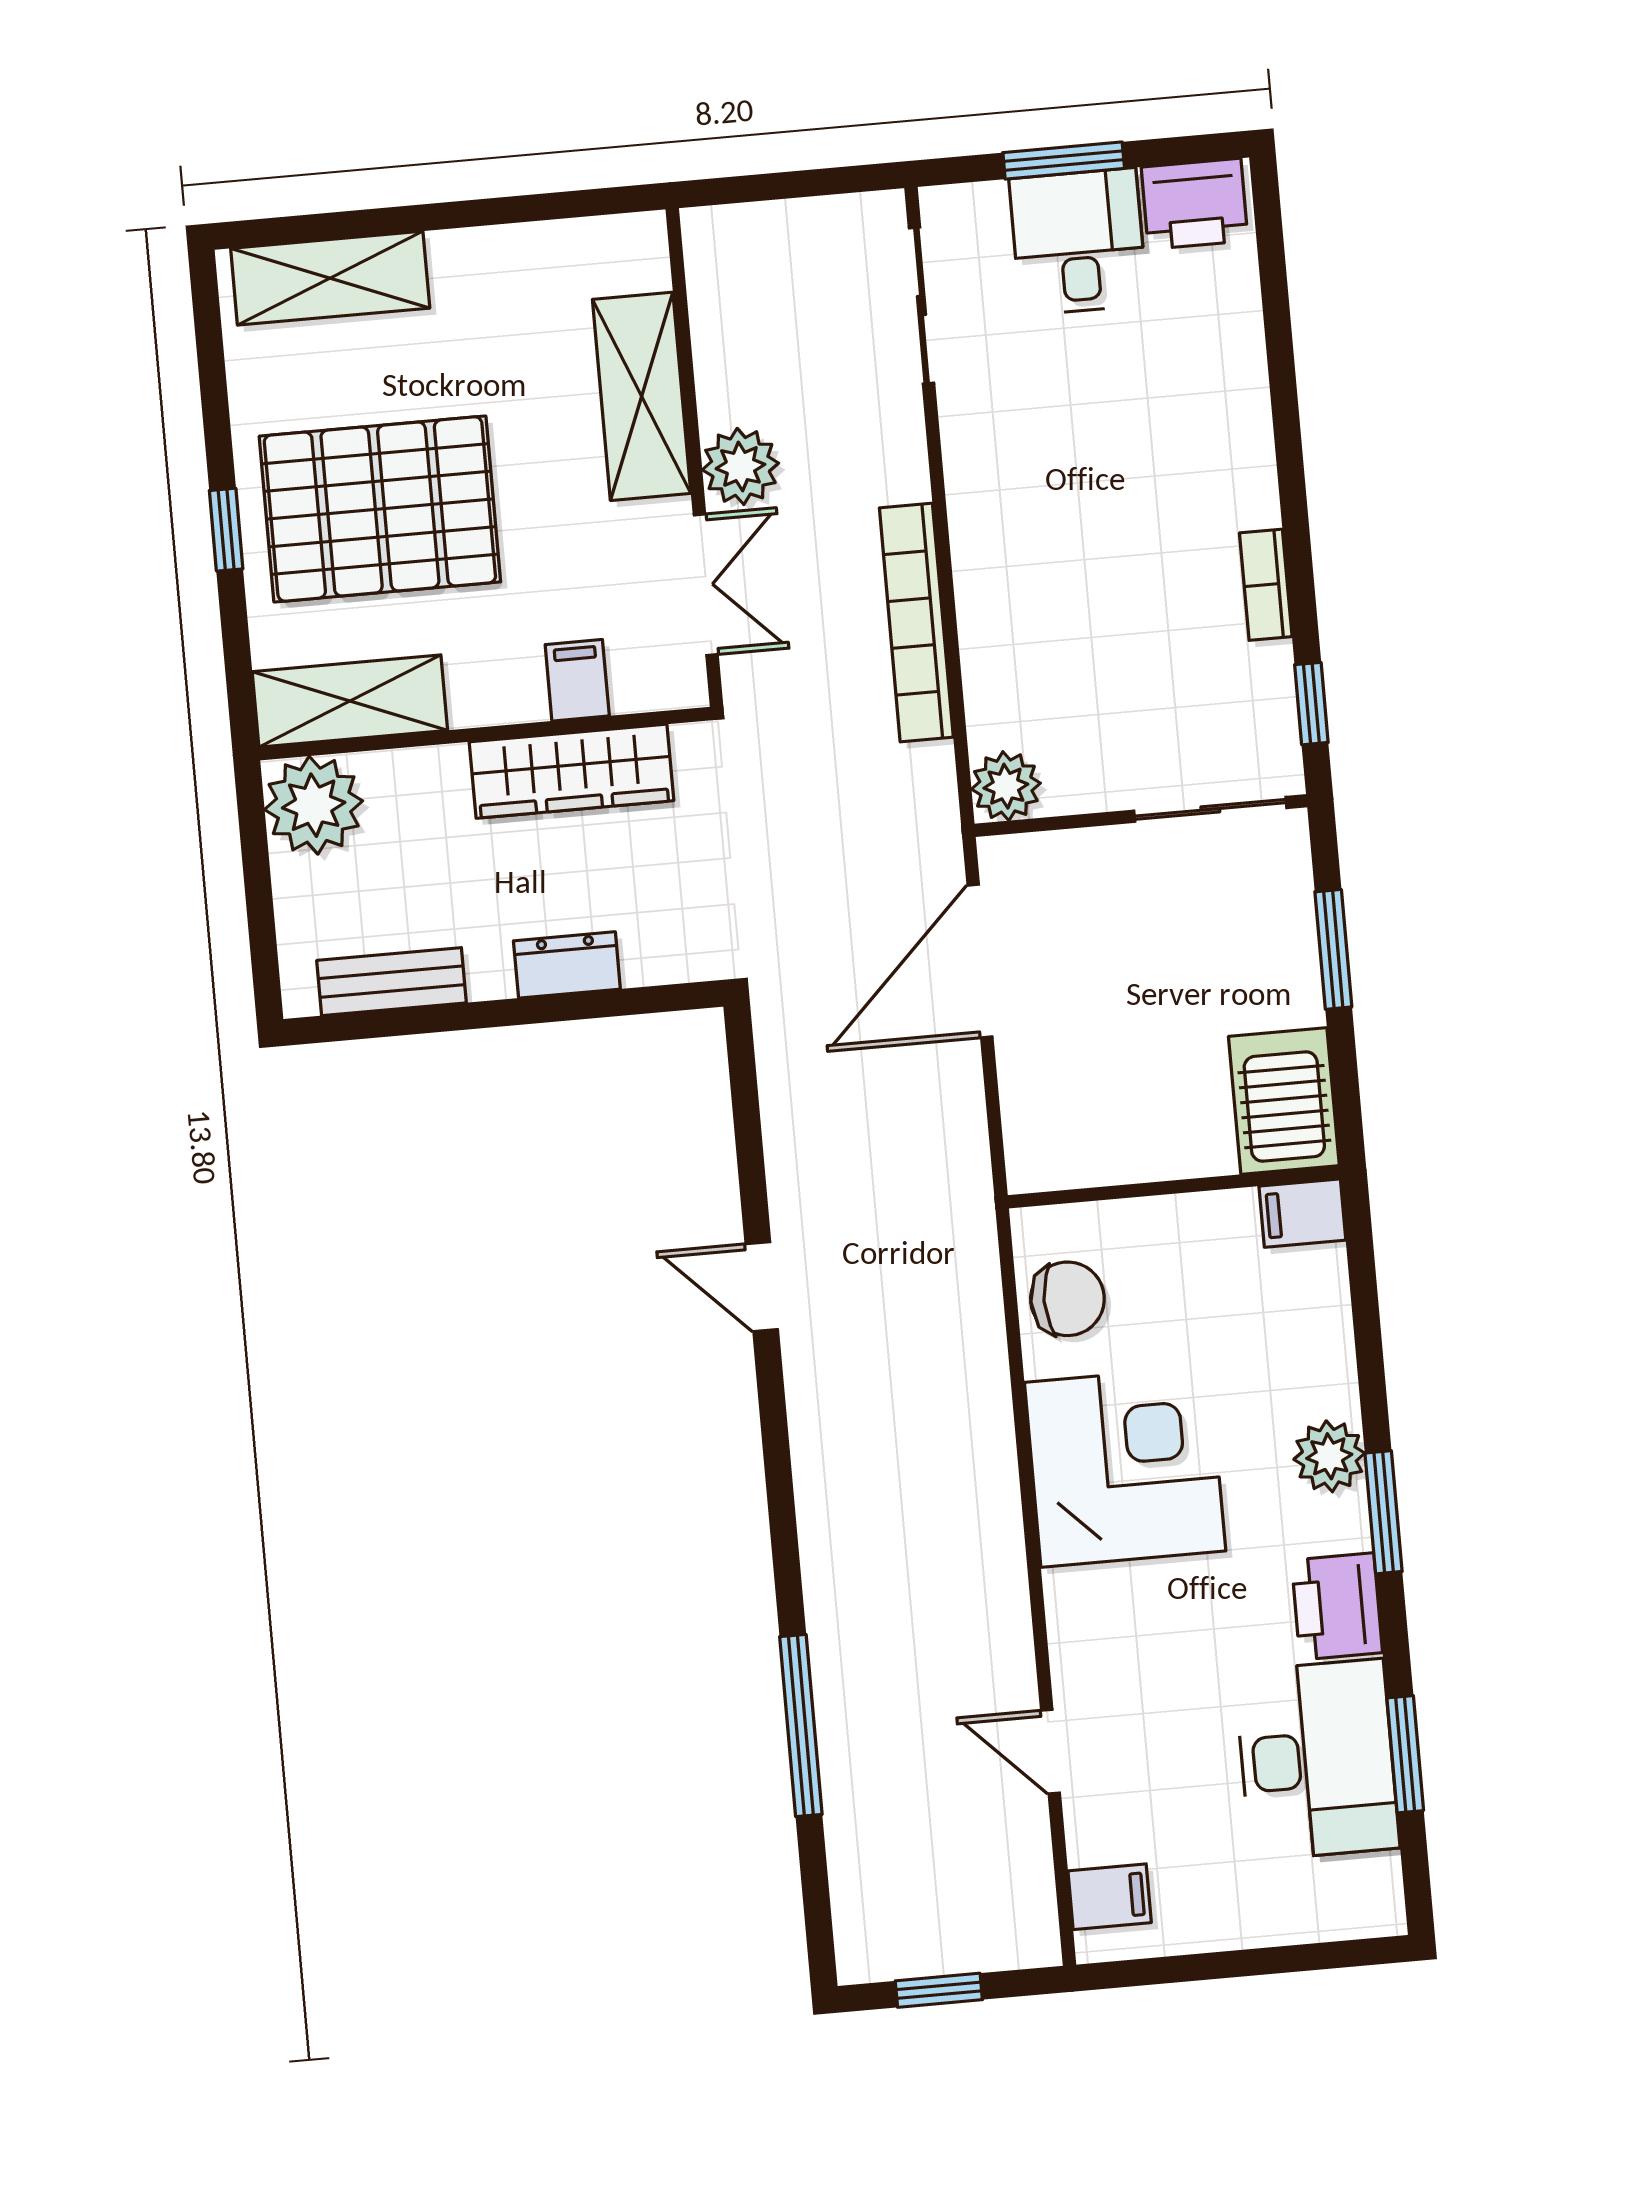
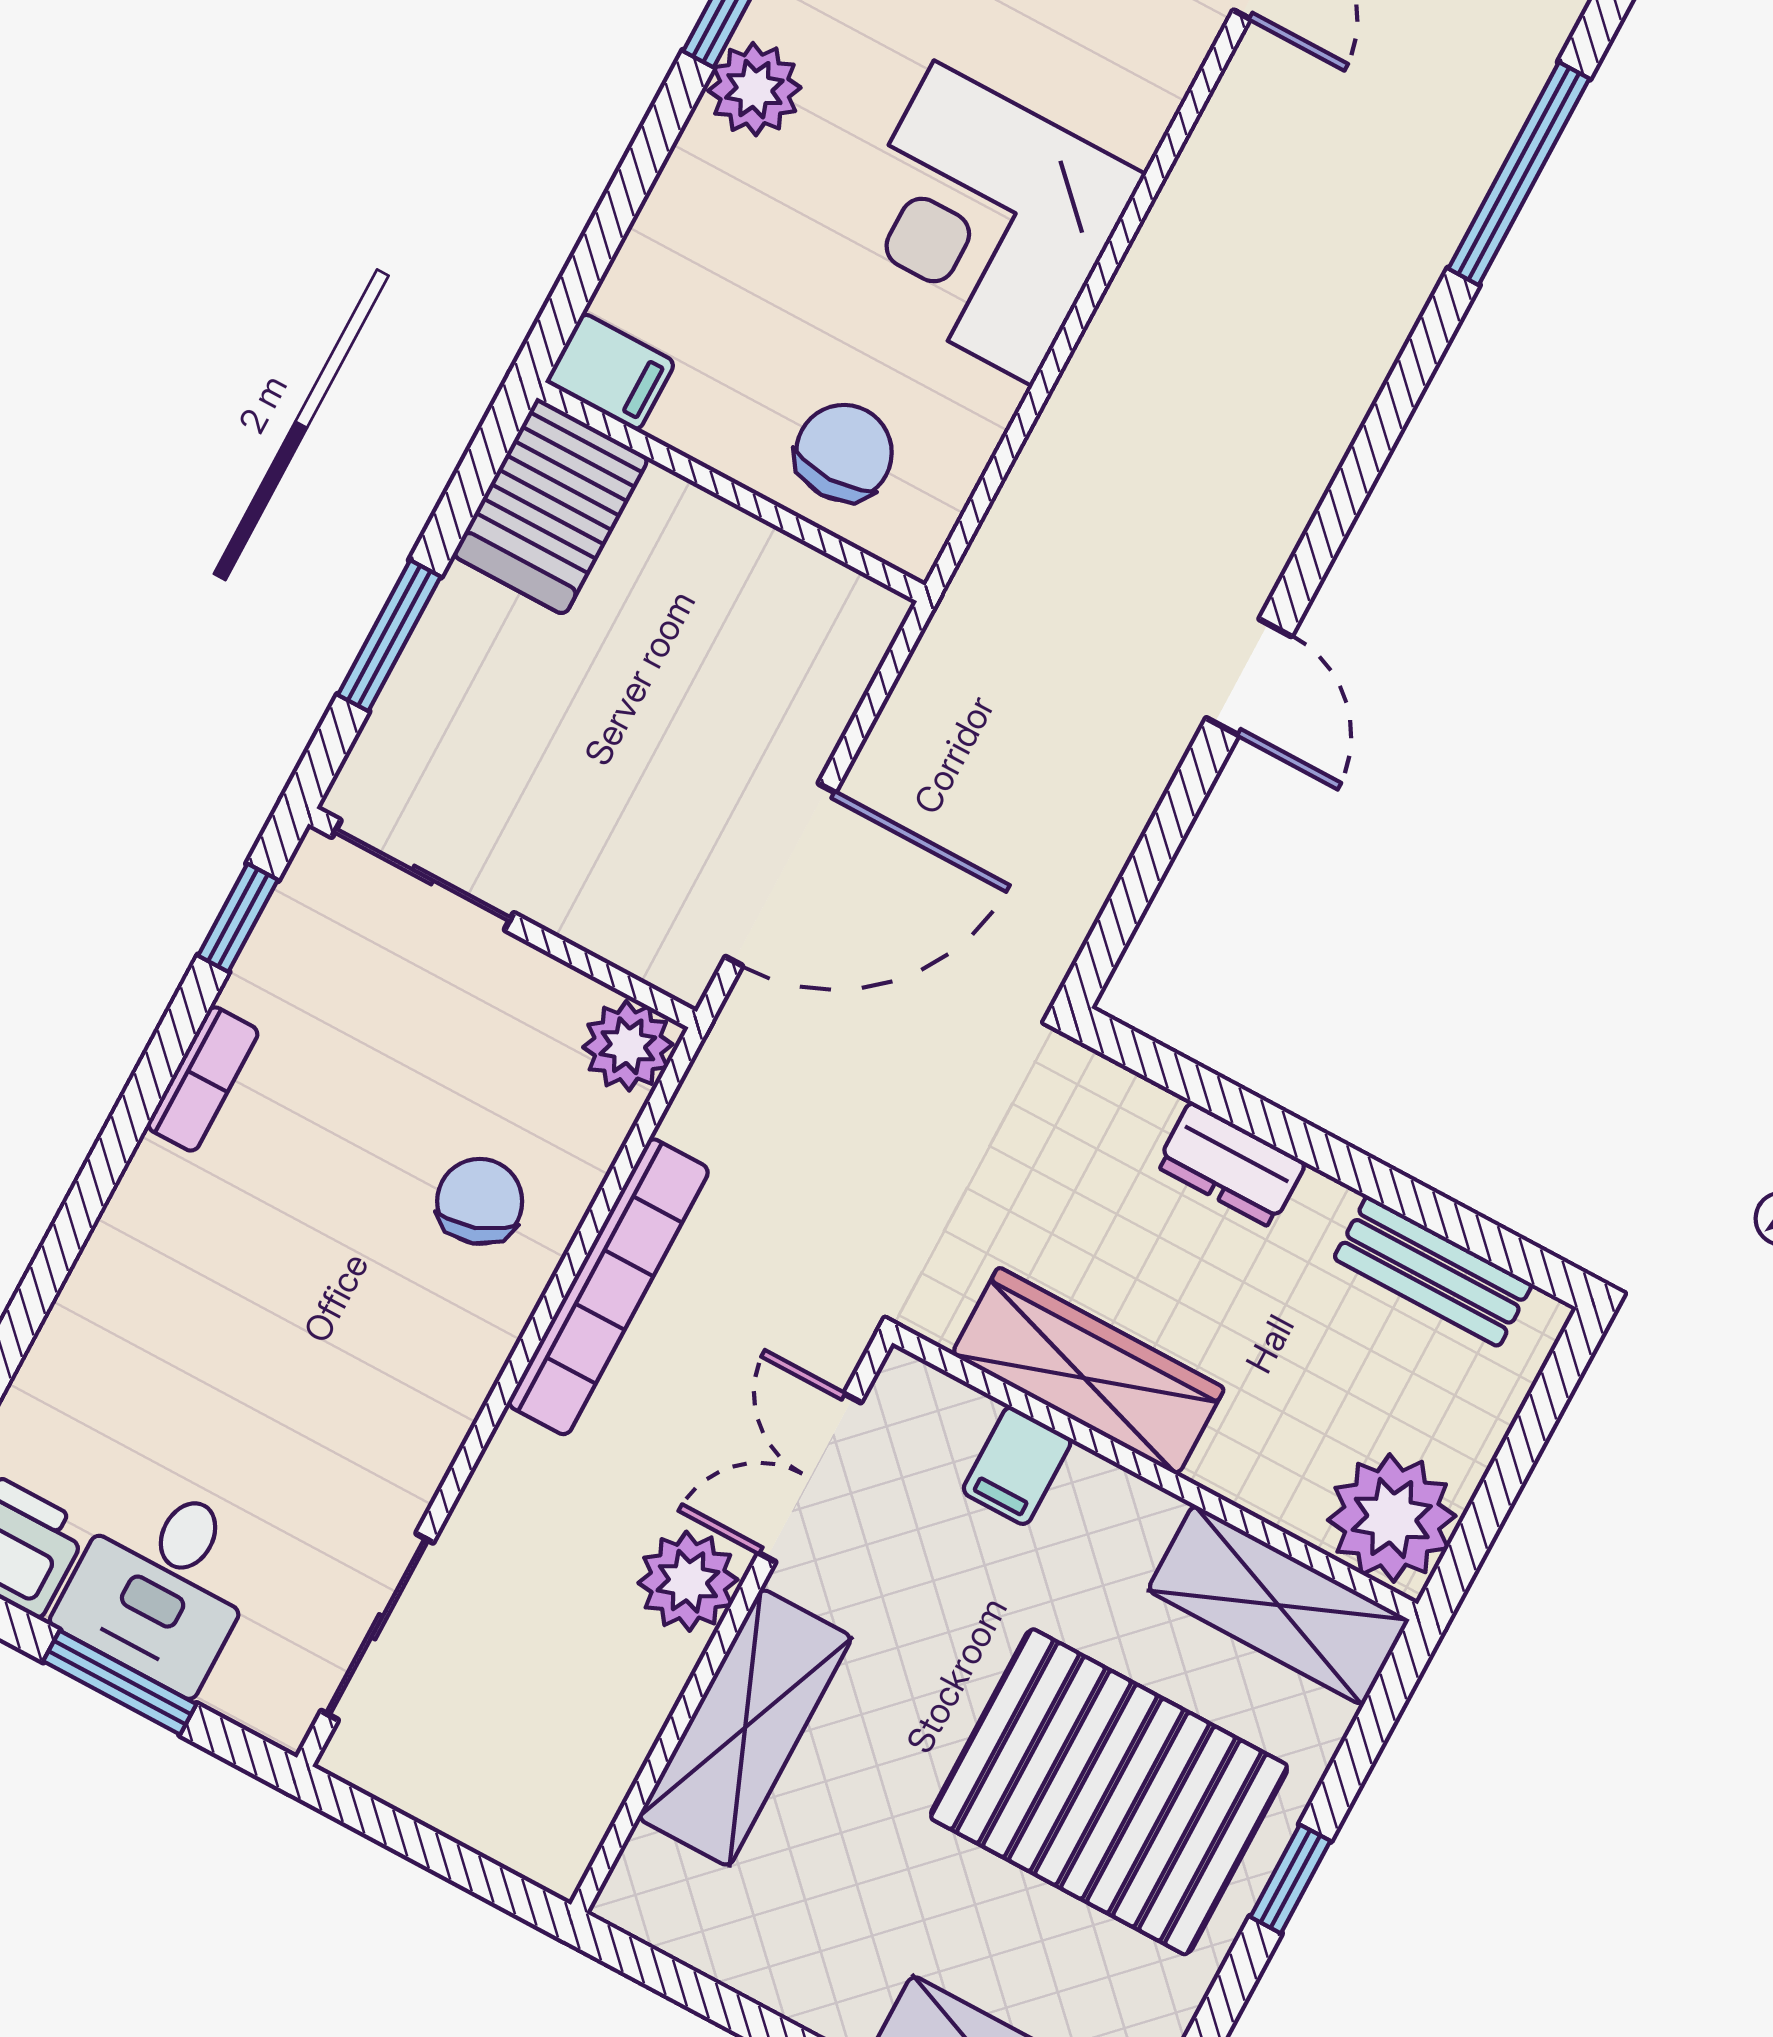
chair: (1036, 623) -> (480, 1201), added
chair: (1067, 1299) -> (844, 453), moved, turned 90

